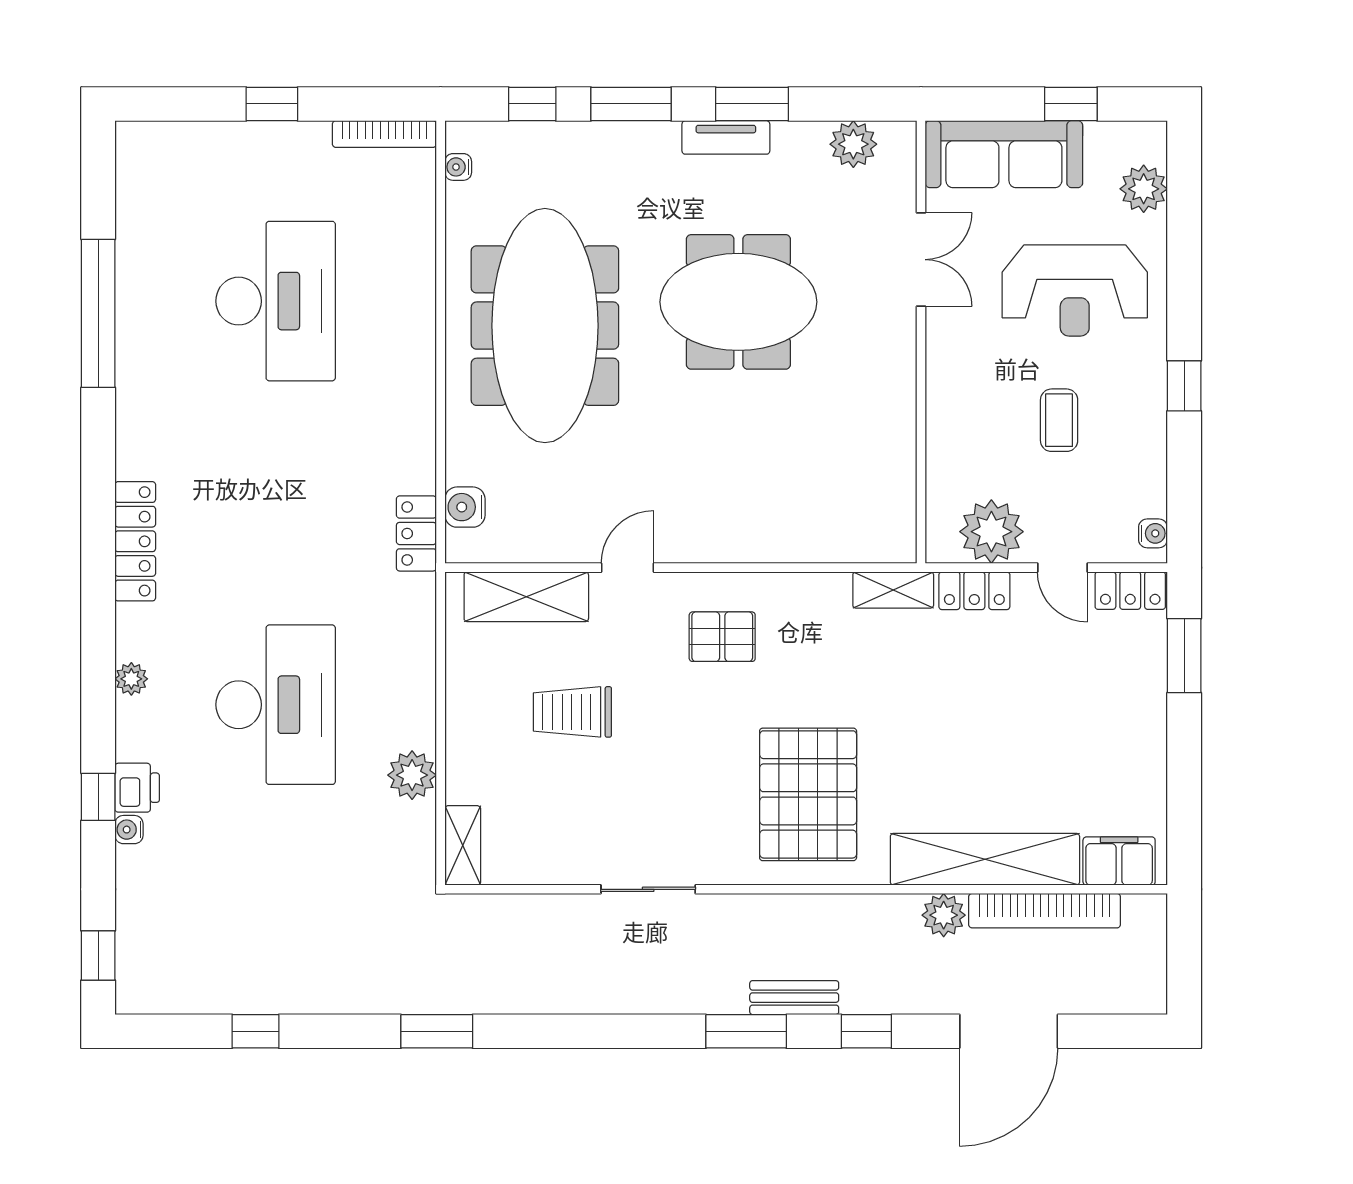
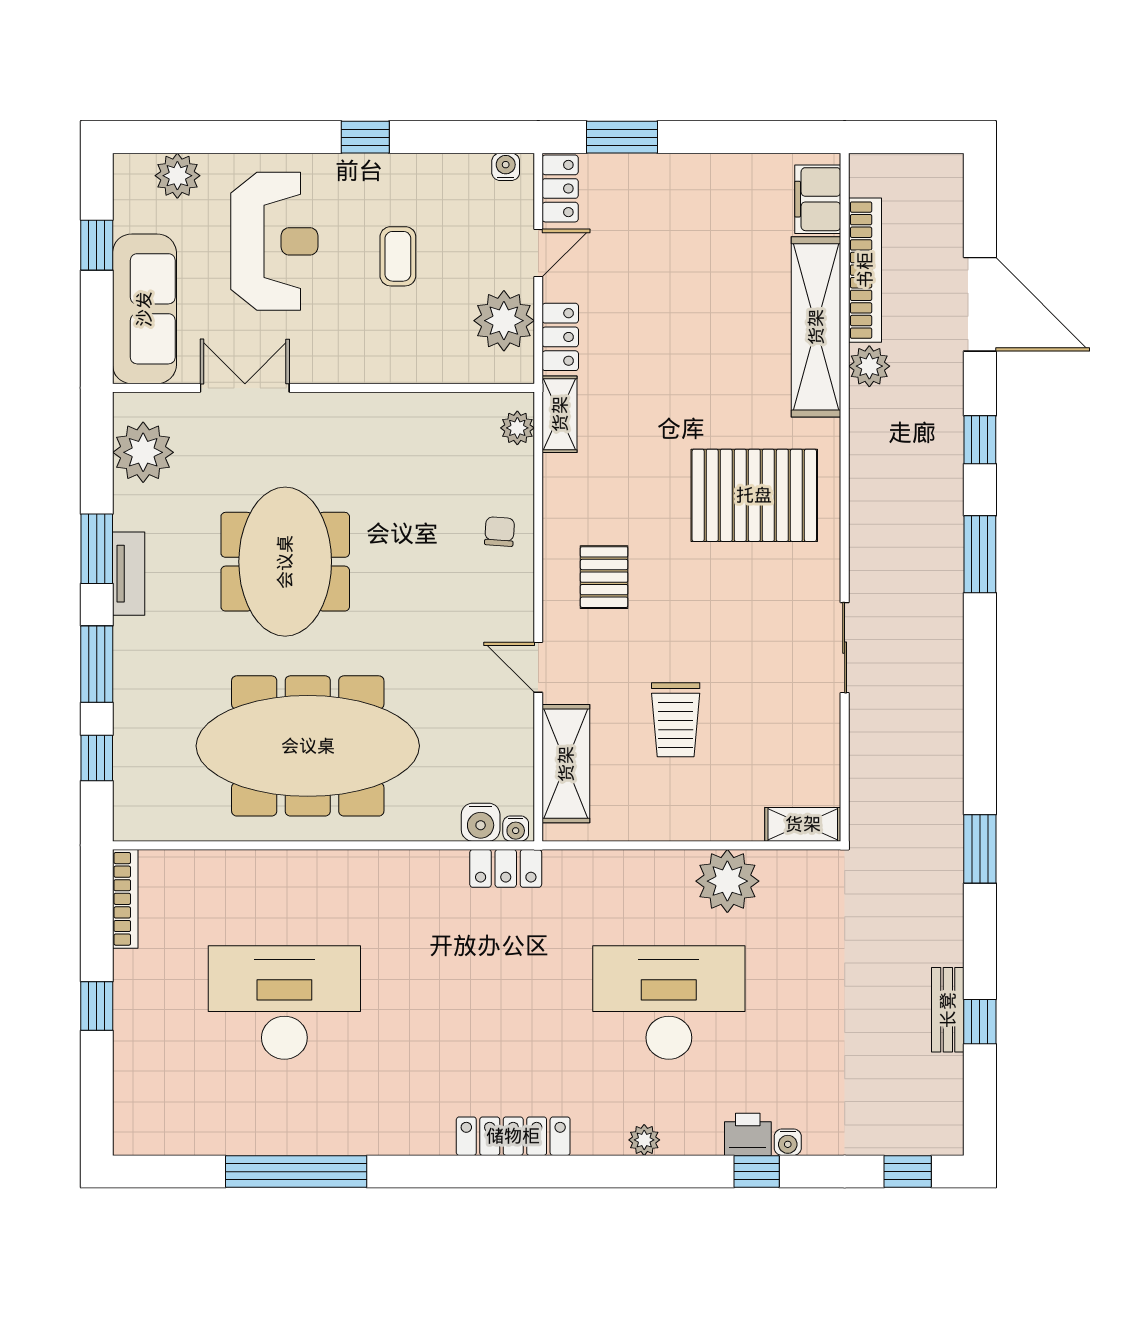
plant: (853, 144) -> (143, 452), width x1.36, depth x1.36
water cooler: (458, 167) -> (516, 829), moved
coffee table: (1059, 420) -> (398, 256), turned 90
chair: (770, 527) -> (500, 532), added
plant: (879, 546) -> (517, 428), added
plant: (412, 775) -> (727, 881), width x1.36, depth x1.36
bench: (794, 998) -> (948, 1010), moved

